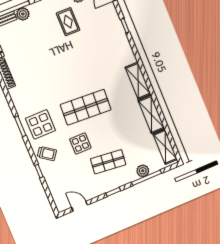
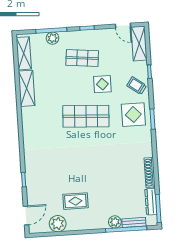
rug: (68, 22) -> (75, 201), turned 90
shelving: (138, 81) -> (139, 44), moved

